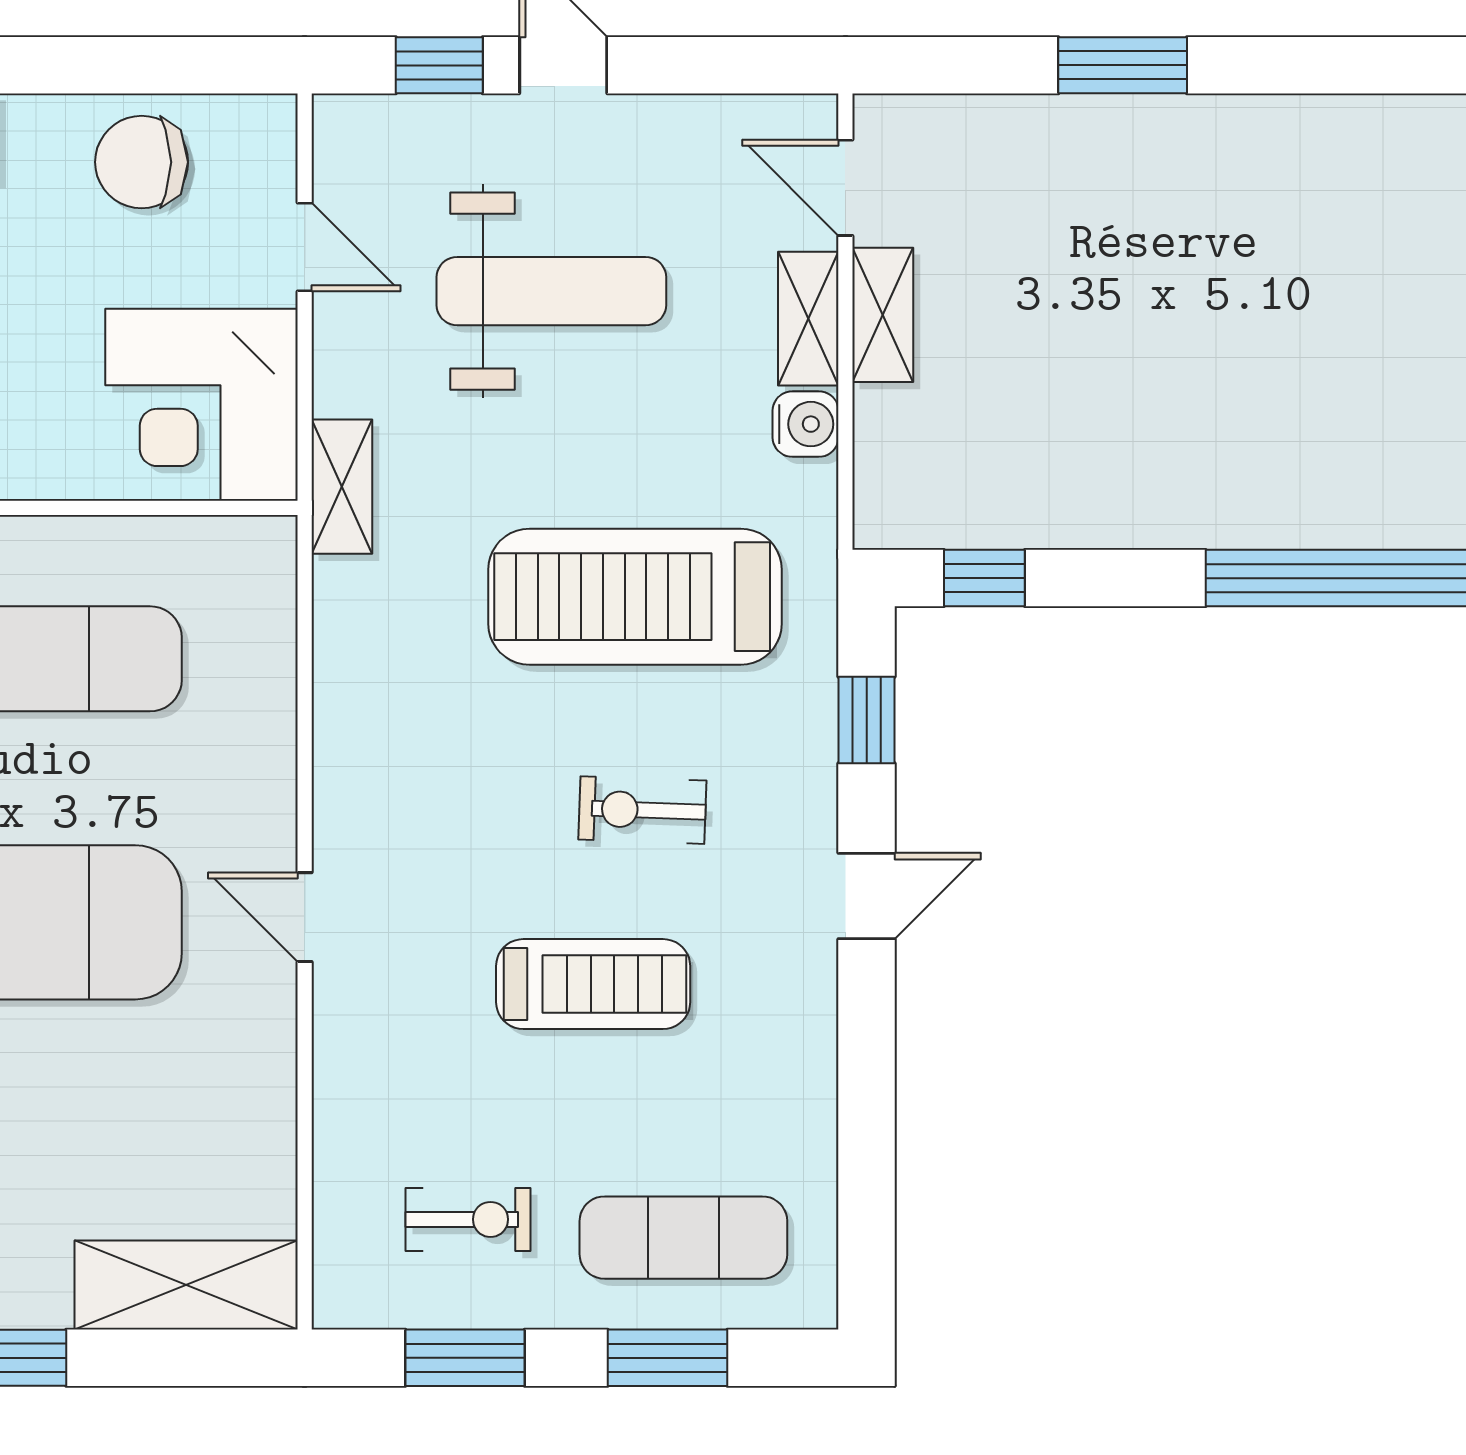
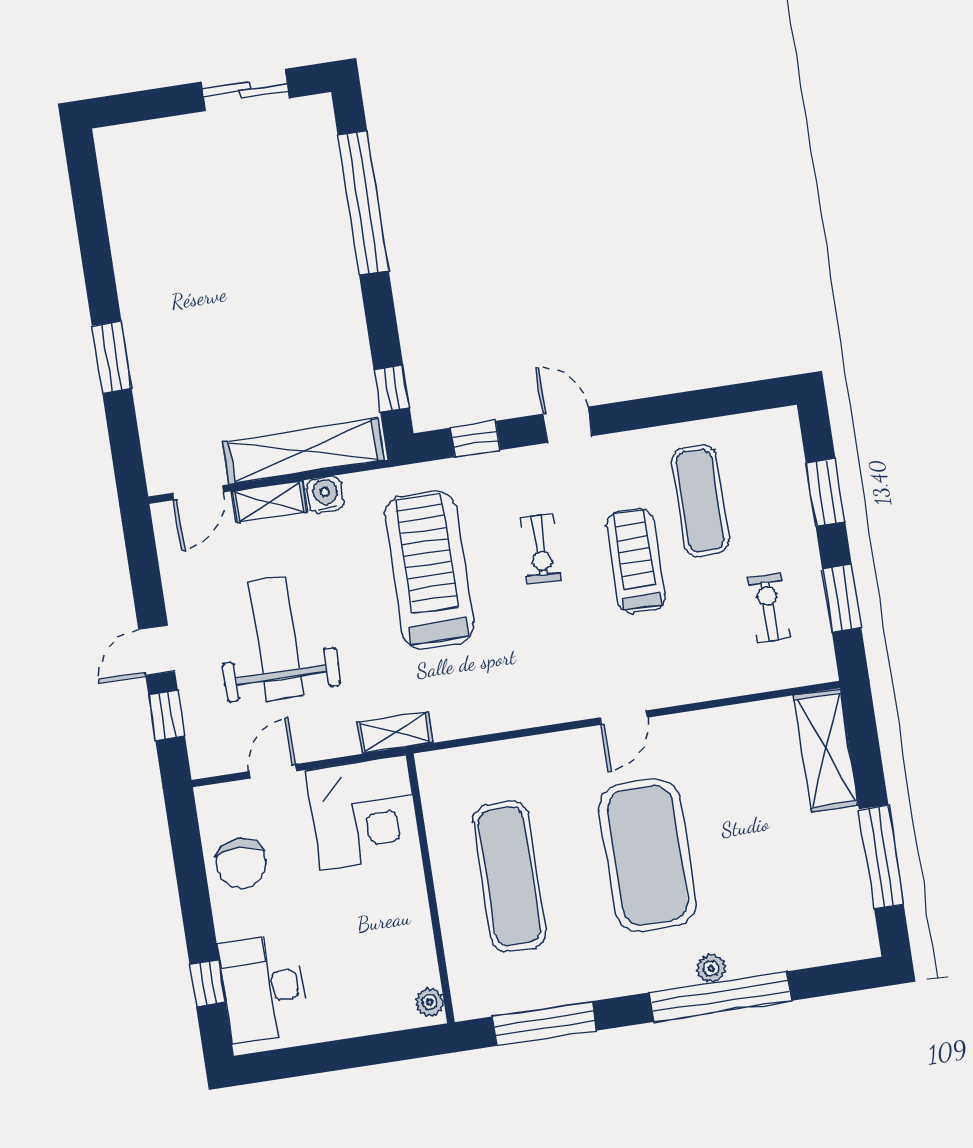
shelving: (883, 315) -> (303, 451), width x2.20, depth x1.33
treadmill: (635, 597) -> (429, 570), turned 180
exercise mat: (683, 1238) -> (700, 501), moved

